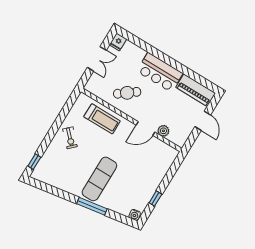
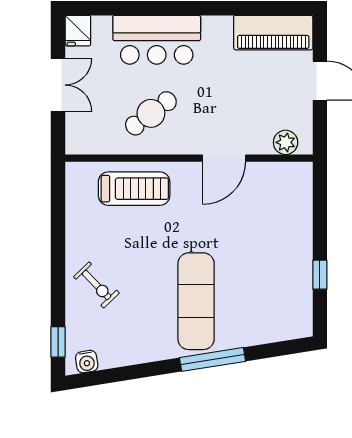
bar counter: (160, 72) -> (157, 40), moved
plant: (163, 131) -> (286, 142), moved
exercise bike: (70, 138) -> (96, 285), moved
water cooler: (135, 215) -> (87, 362), moved

